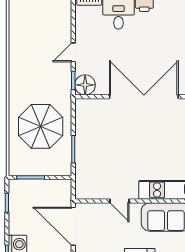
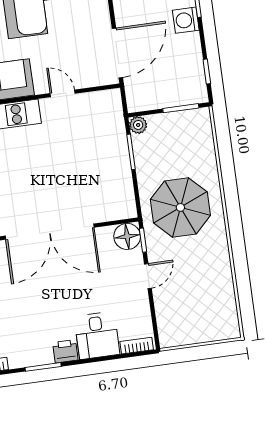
parasol: (41, 126) -> (180, 207), moved
plant: (65, 169) -> (138, 125), added
door: (73, 226) -> (117, 53), hinge flipped

